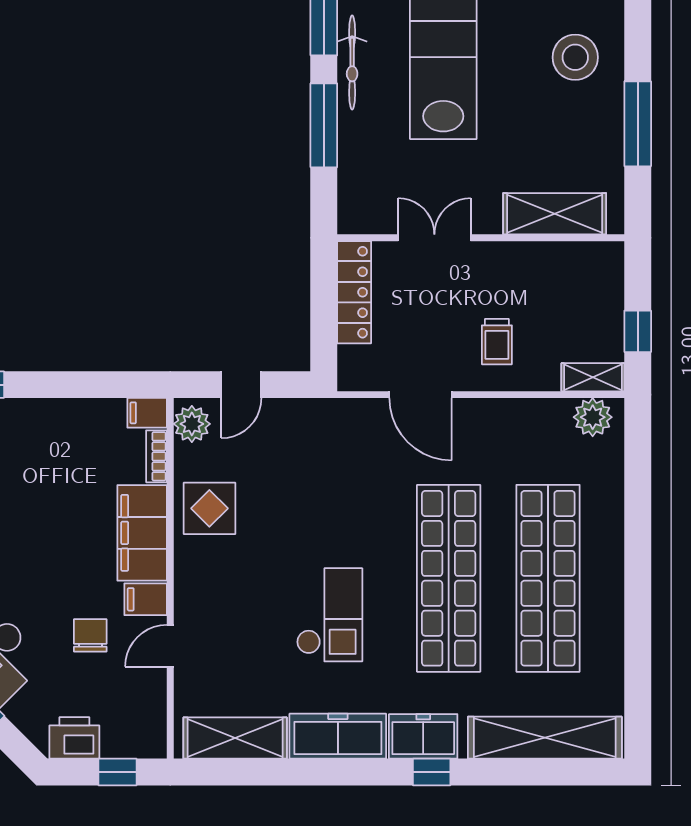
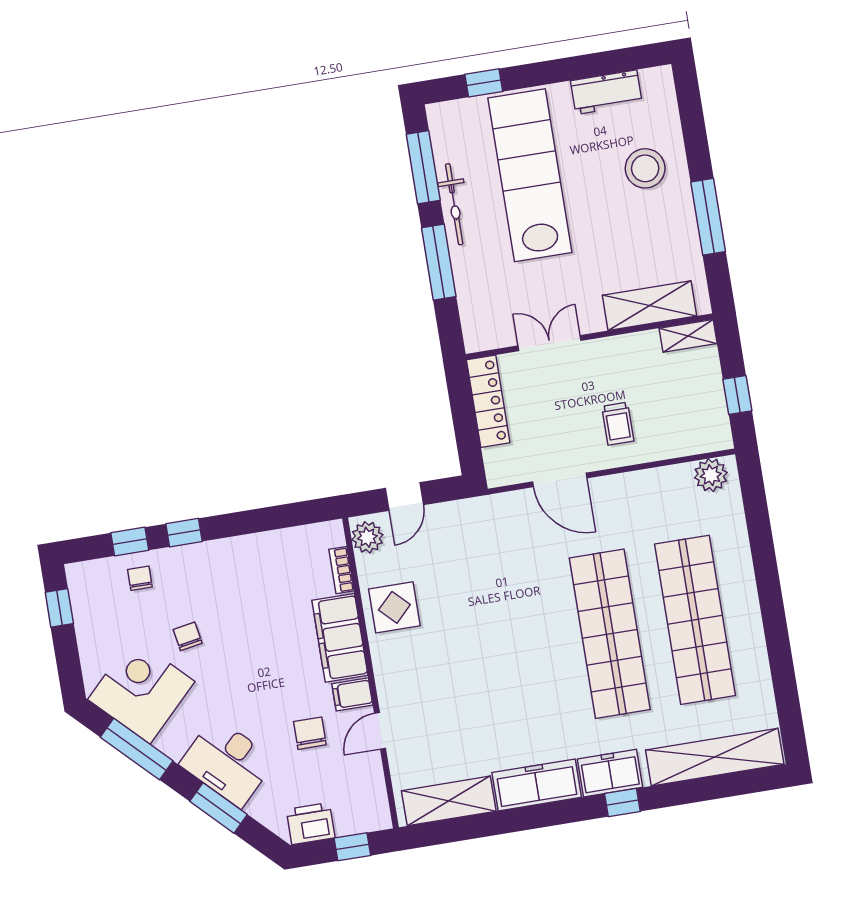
shelving: (593, 377) -> (688, 336), moved
filing cabinet: (147, 413) -> (327, 534), removed
checkout: (330, 615) -> (513, 682), removed

